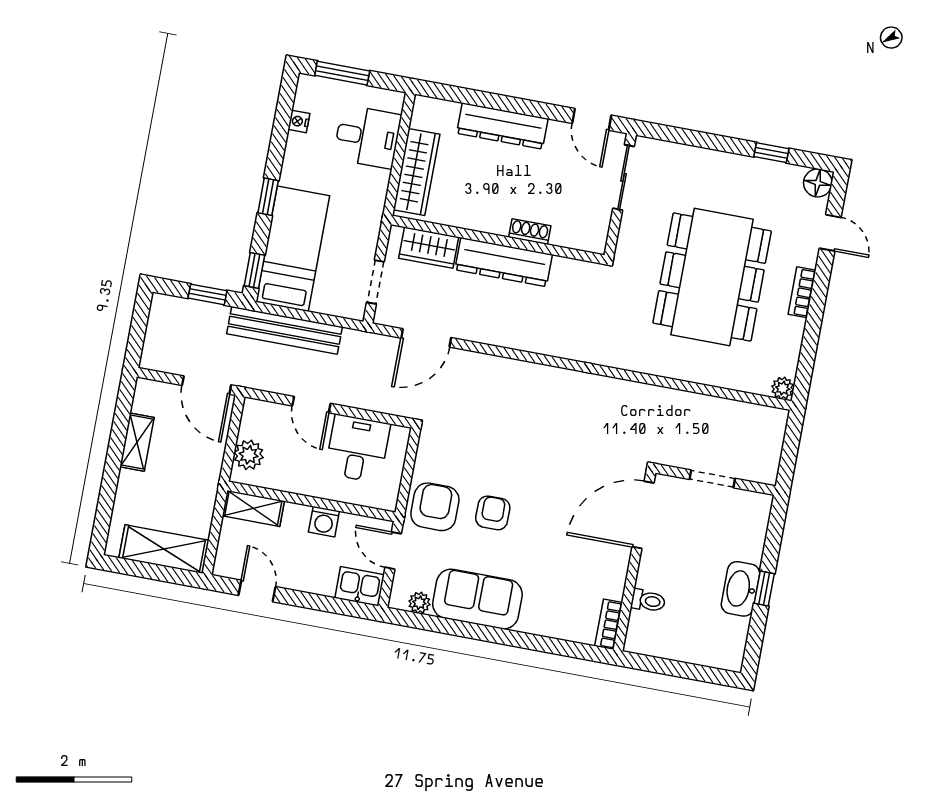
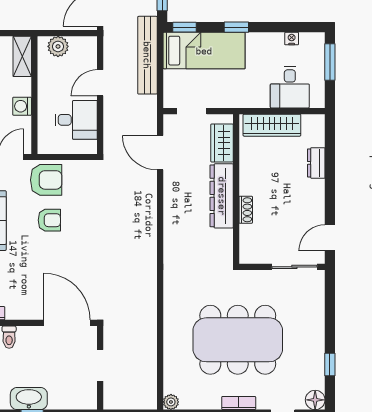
dresser: (502, 126) -> (316, 163), width x0.51, depth x0.80

